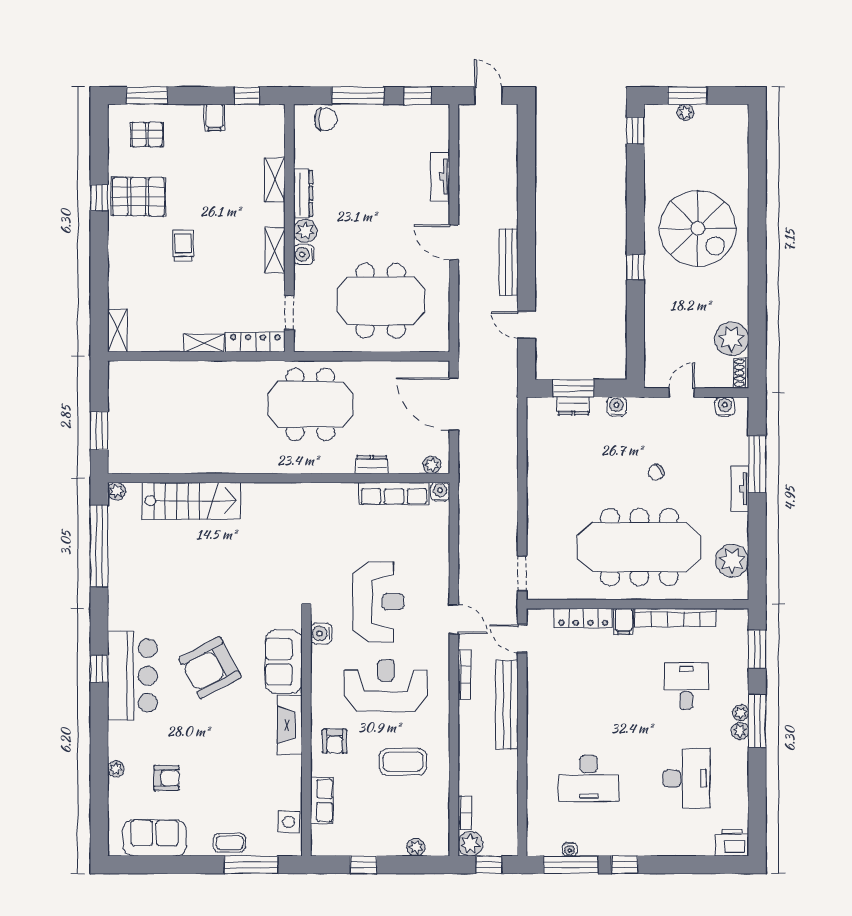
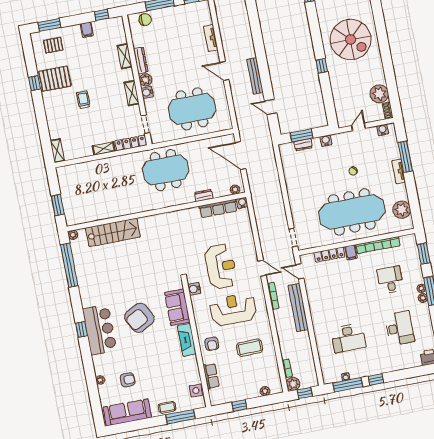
sofa: (154, 838) -> (127, 412), width x1.36

